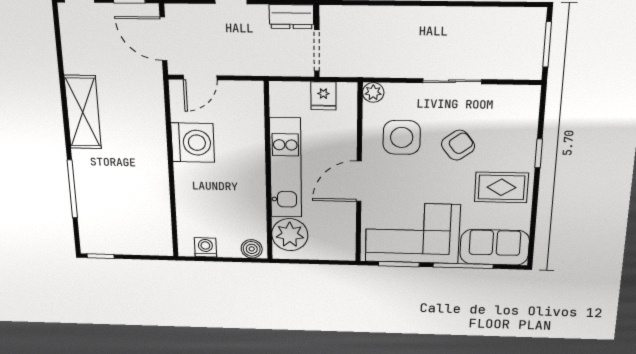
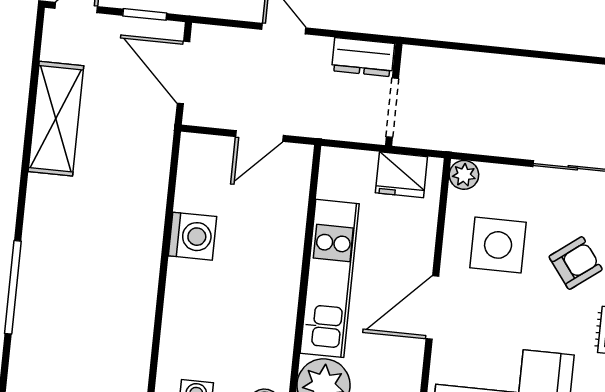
door: (200, 78) -> (259, 136), moved
fridge: (323, 96) -> (401, 175), width x1.38
shelving: (83, 112) -> (56, 119), moved
washing machine: (193, 143) -> (192, 236), width x0.73, depth x0.73

